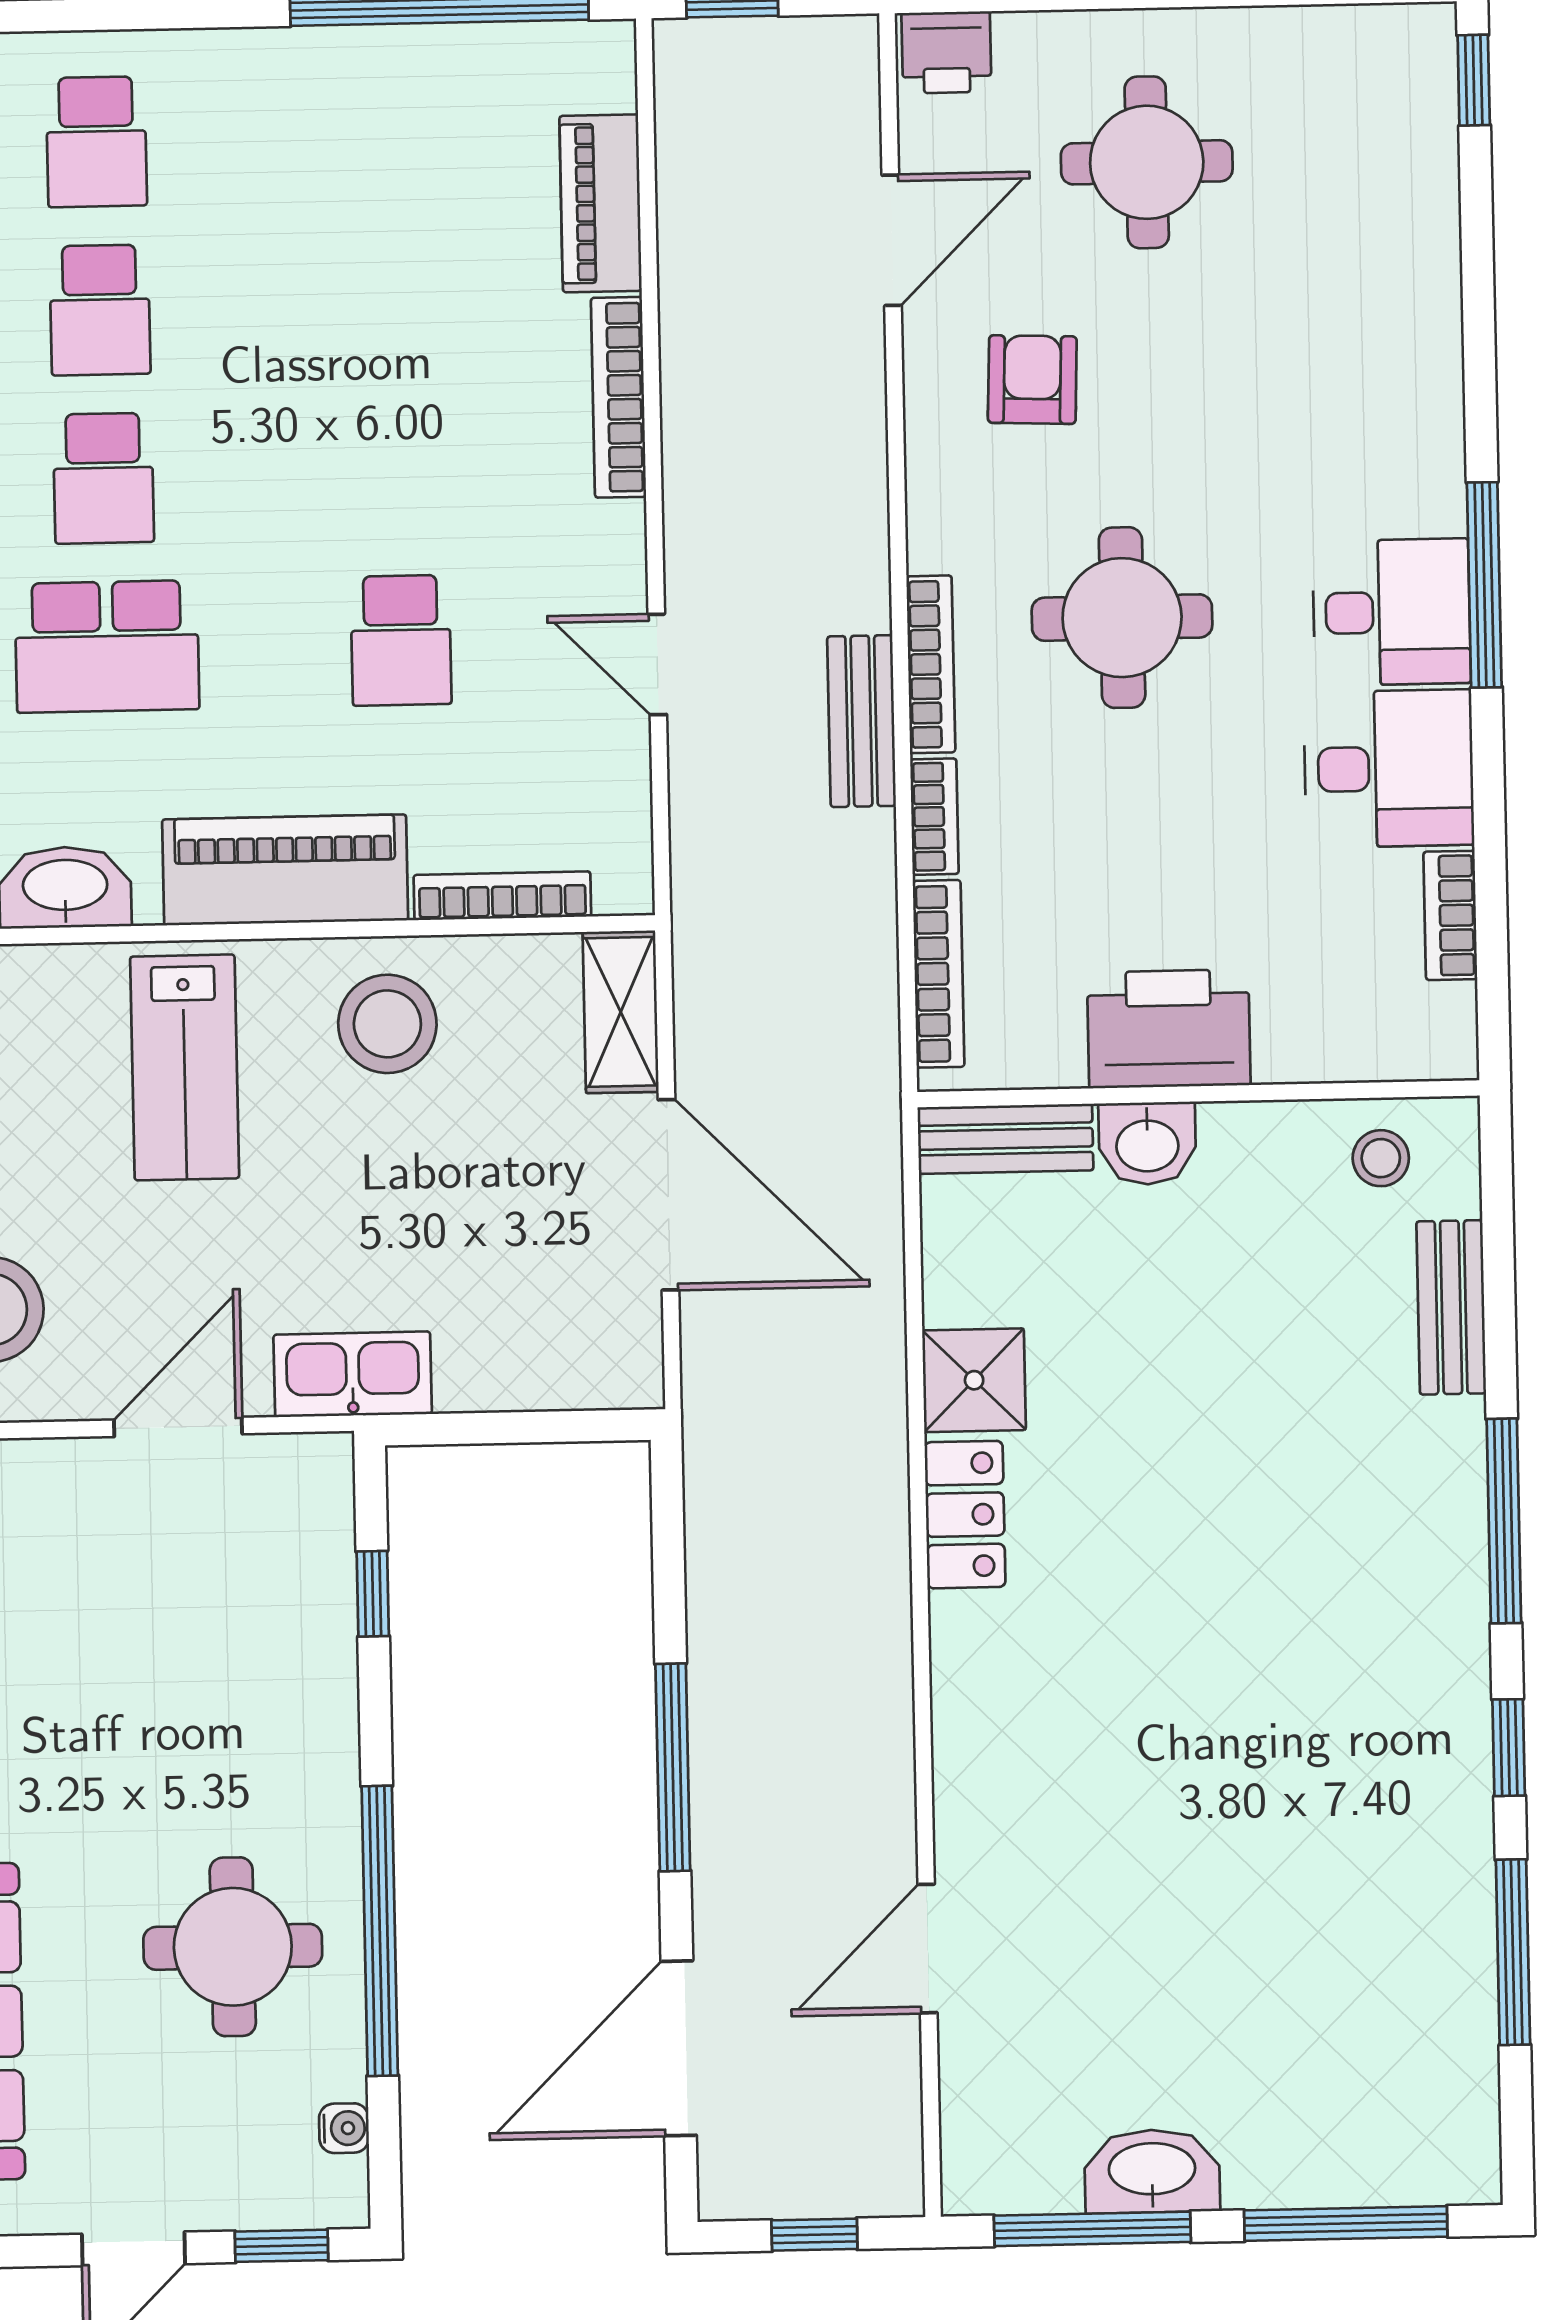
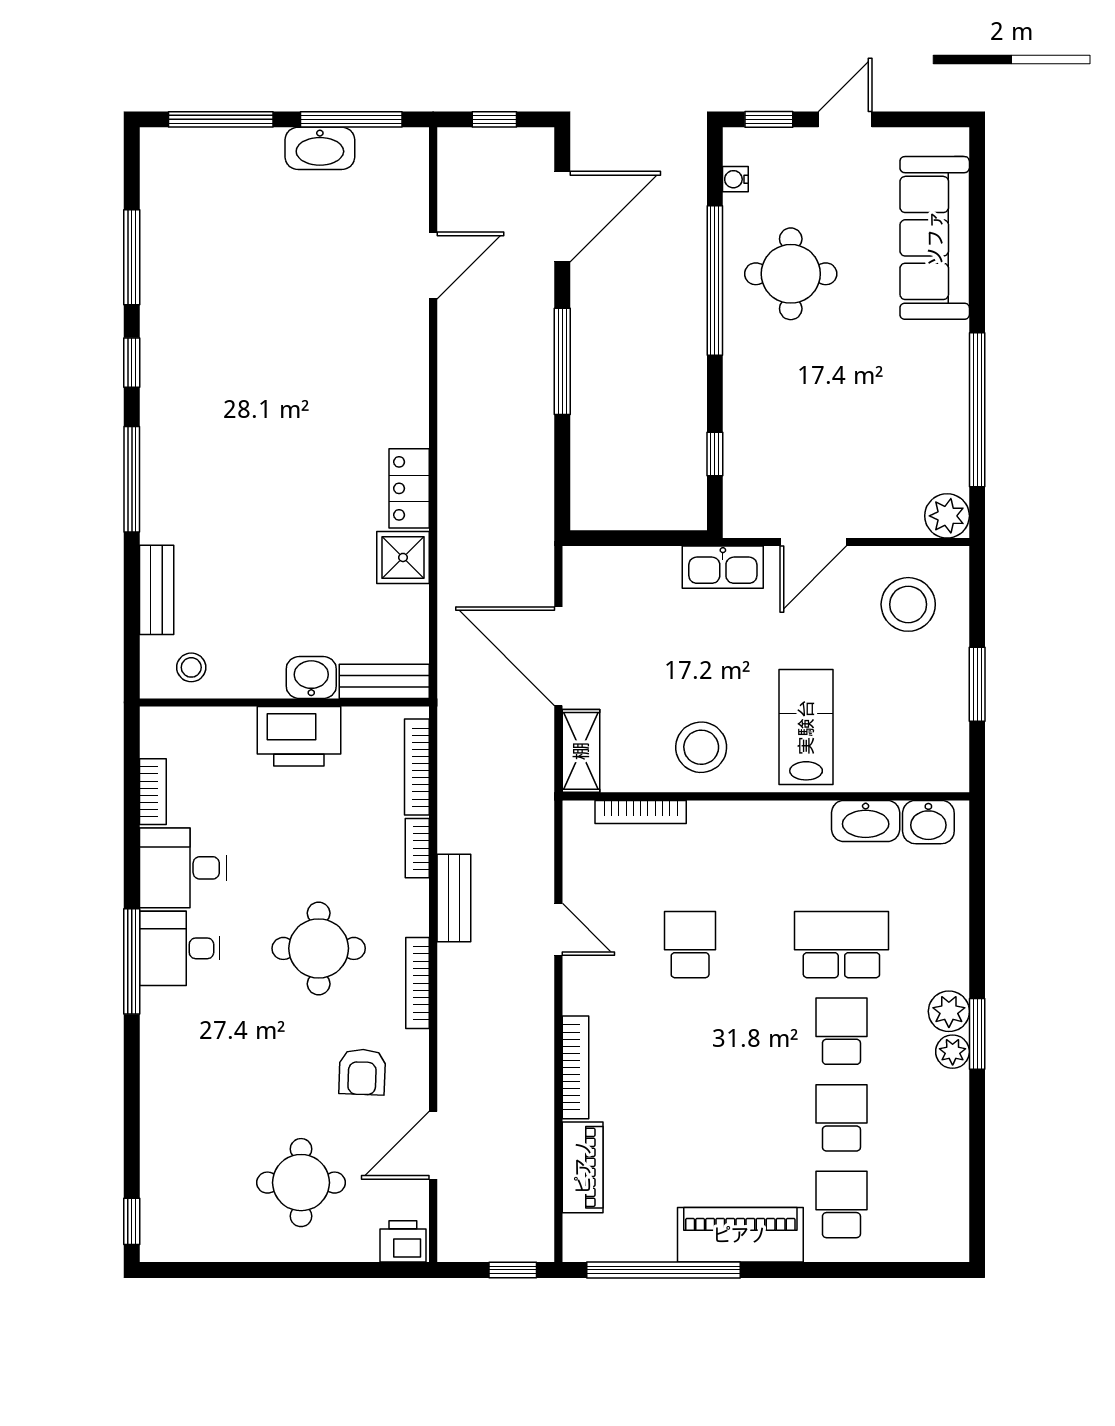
bookcase: (931, 664) -> (418, 983), moved
piano: (285, 870) -> (740, 1235), moved, turned 180

